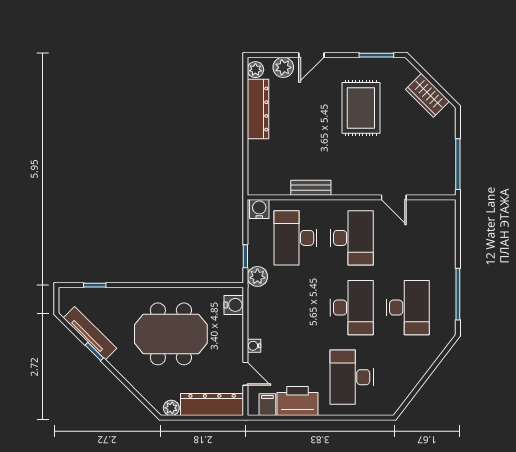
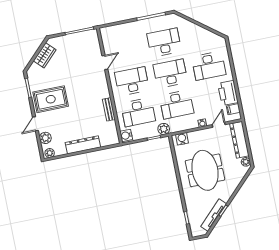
door: (311, 55) -> (35, 124), swing flipped
rug: (361, 108) -> (51, 99), moved
dresser: (258, 109) -> (83, 145), moved
desk: (296, 308) -> (177, 104), added

